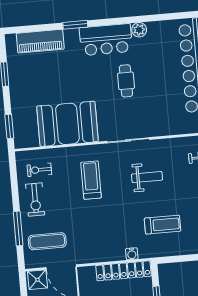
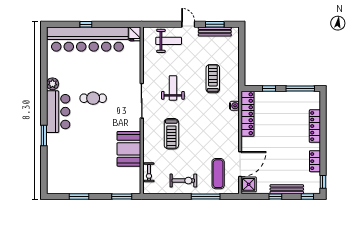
piano: (40, 41) -> (55, 165), removed
booth: (67, 124) -> (129, 149), width x0.73, depth x0.70
exercise bike: (39, 170) -> (149, 172), moved
treadmill: (91, 180) -> (171, 134), turned -90

